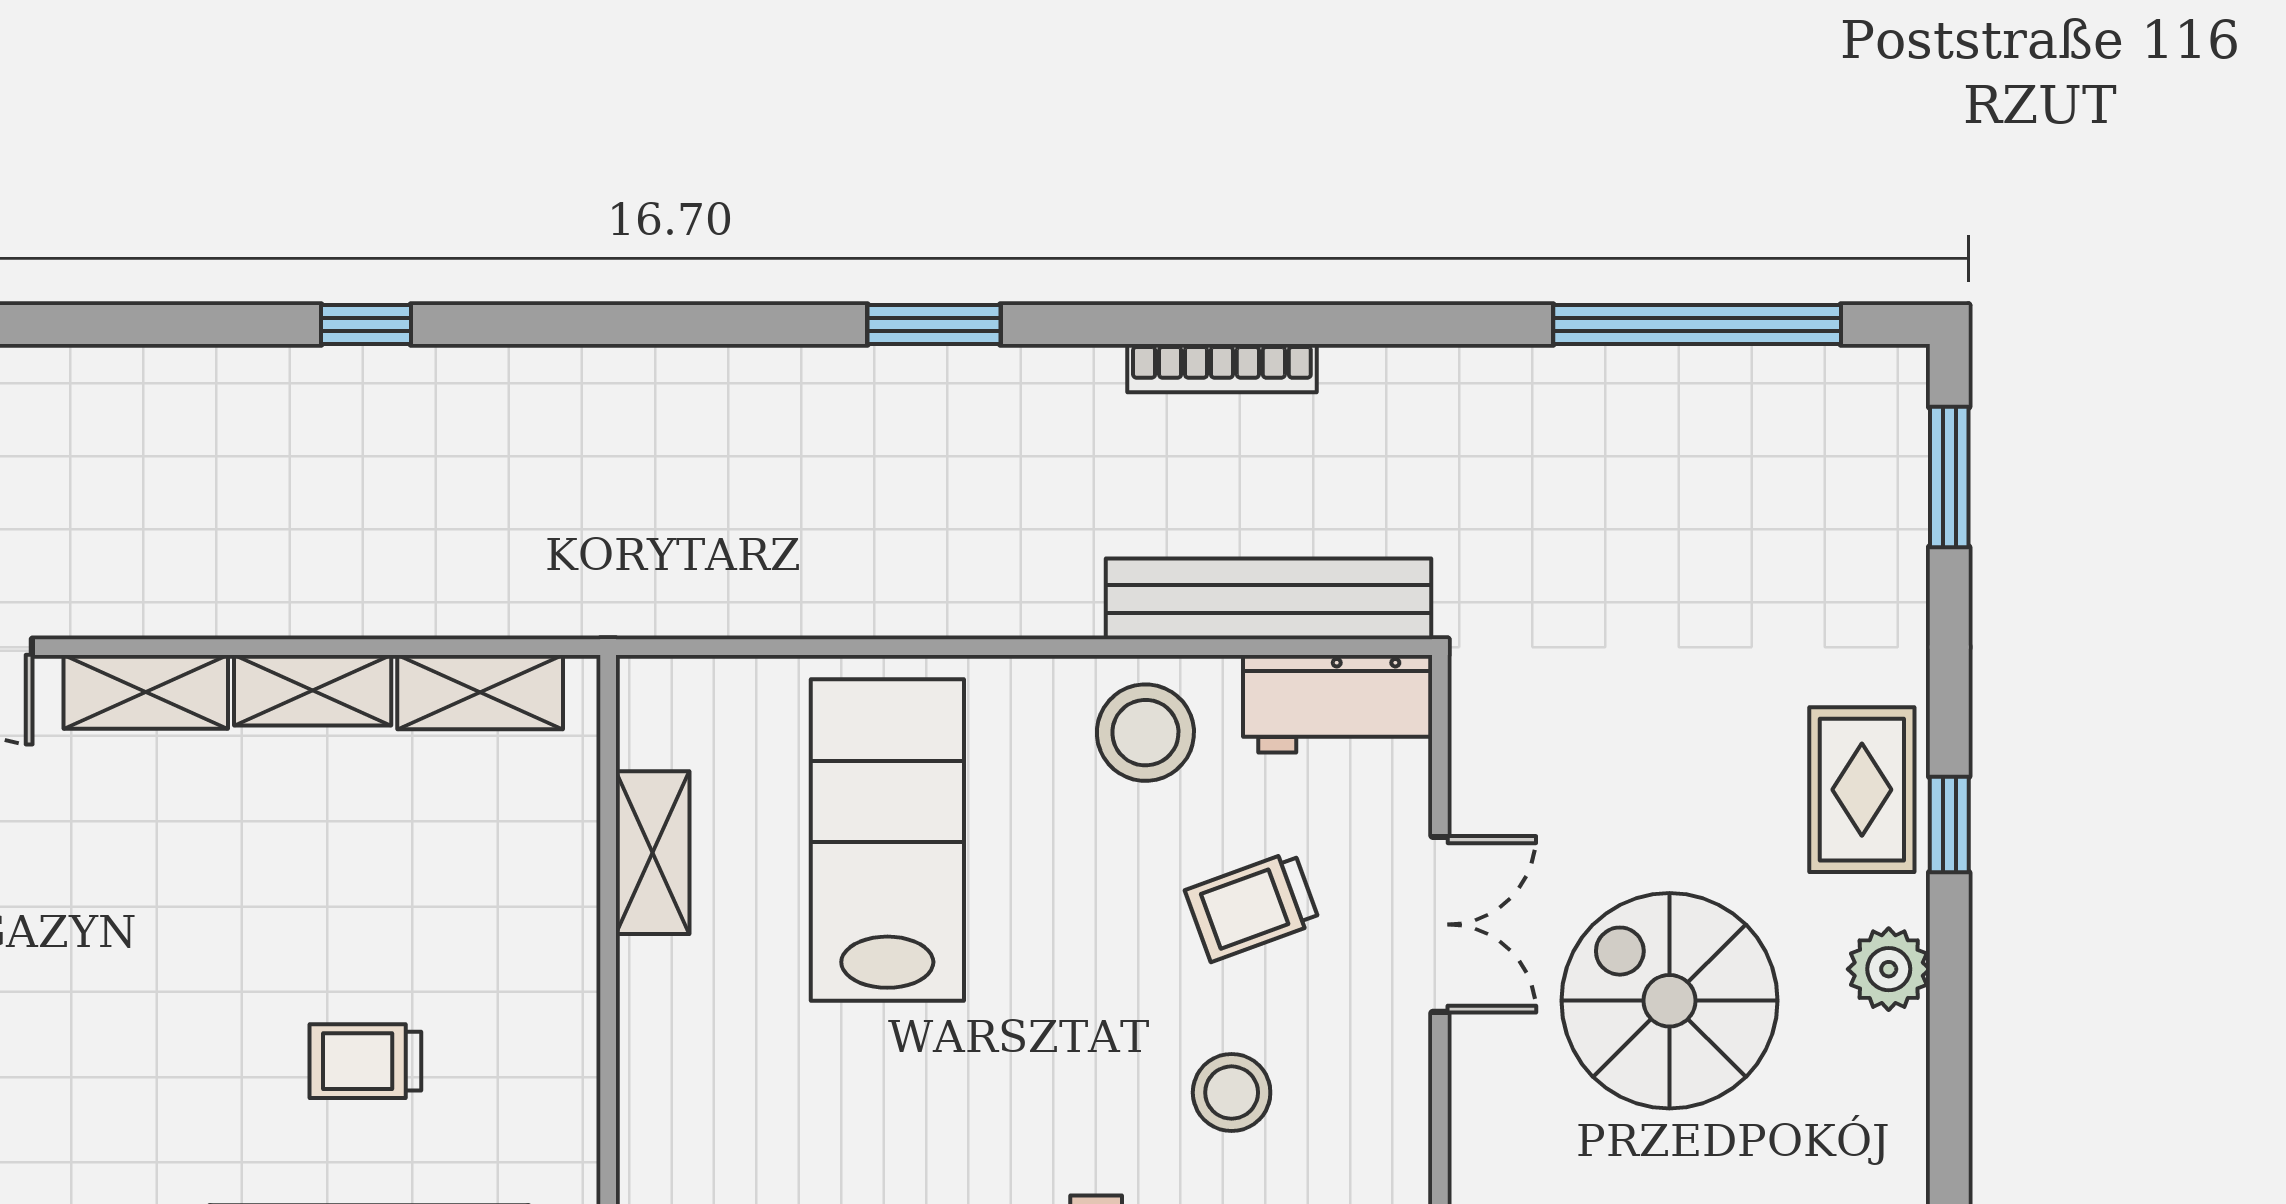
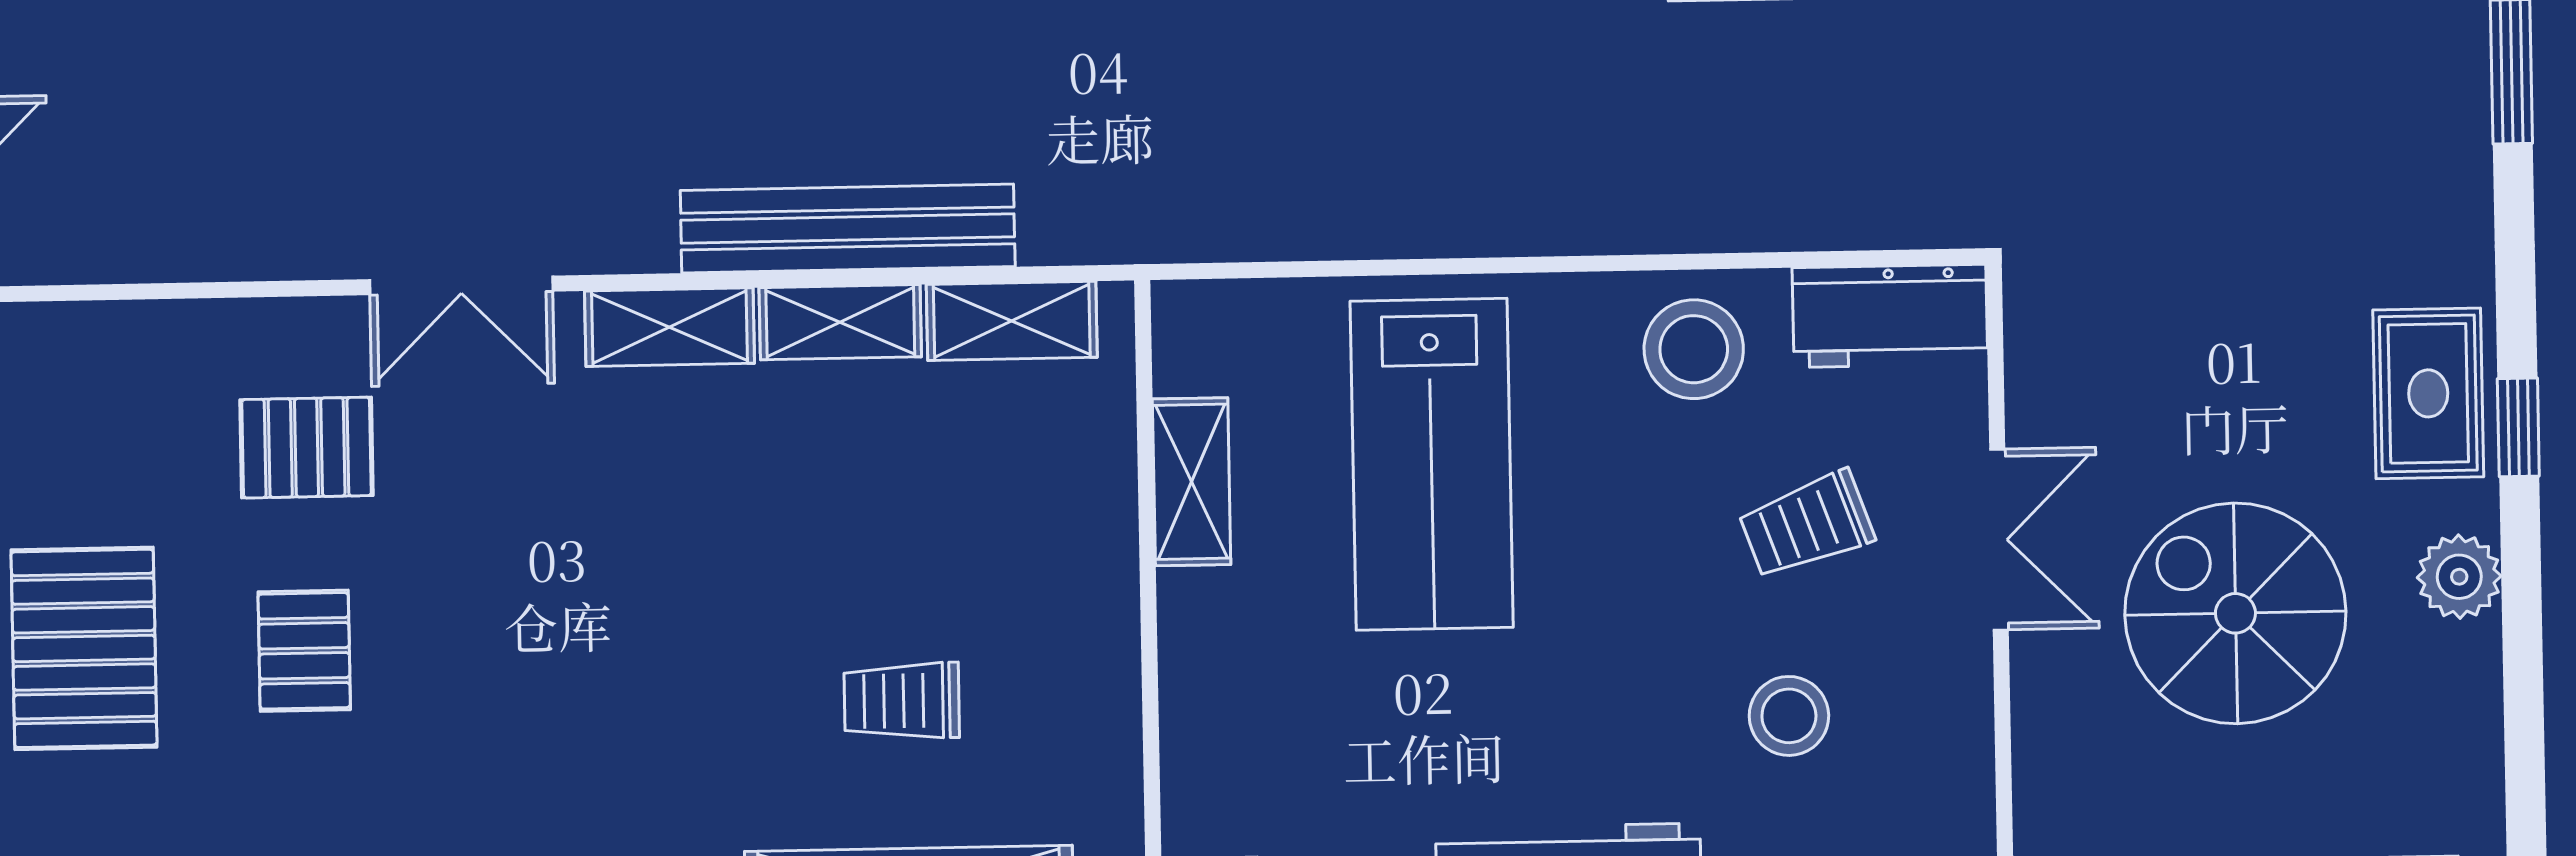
bench: (1269, 599) -> (848, 228), moved
lab bench: (887, 840) -> (1432, 464), turned 180

